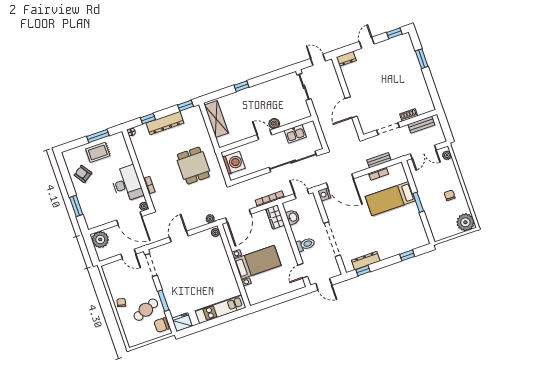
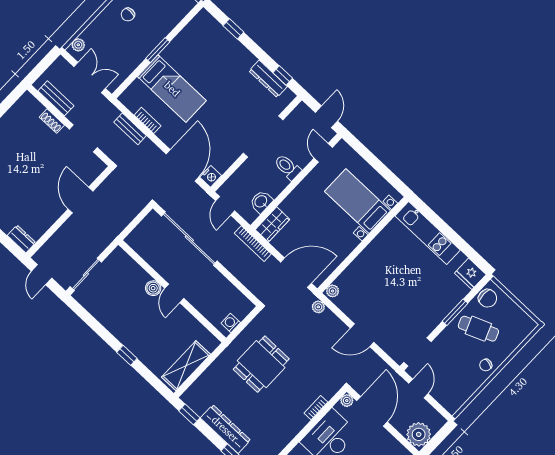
door: (351, 107) -> (80, 200), swing flipped
kitchen sink: (295, 134) -> (152, 254), removed
washing machine: (234, 163) -> (231, 323), width x0.53, depth x0.53
bed with nightstands: (257, 262) -> (357, 201), moved
door: (303, 271) -> (323, 153), swing flipped

